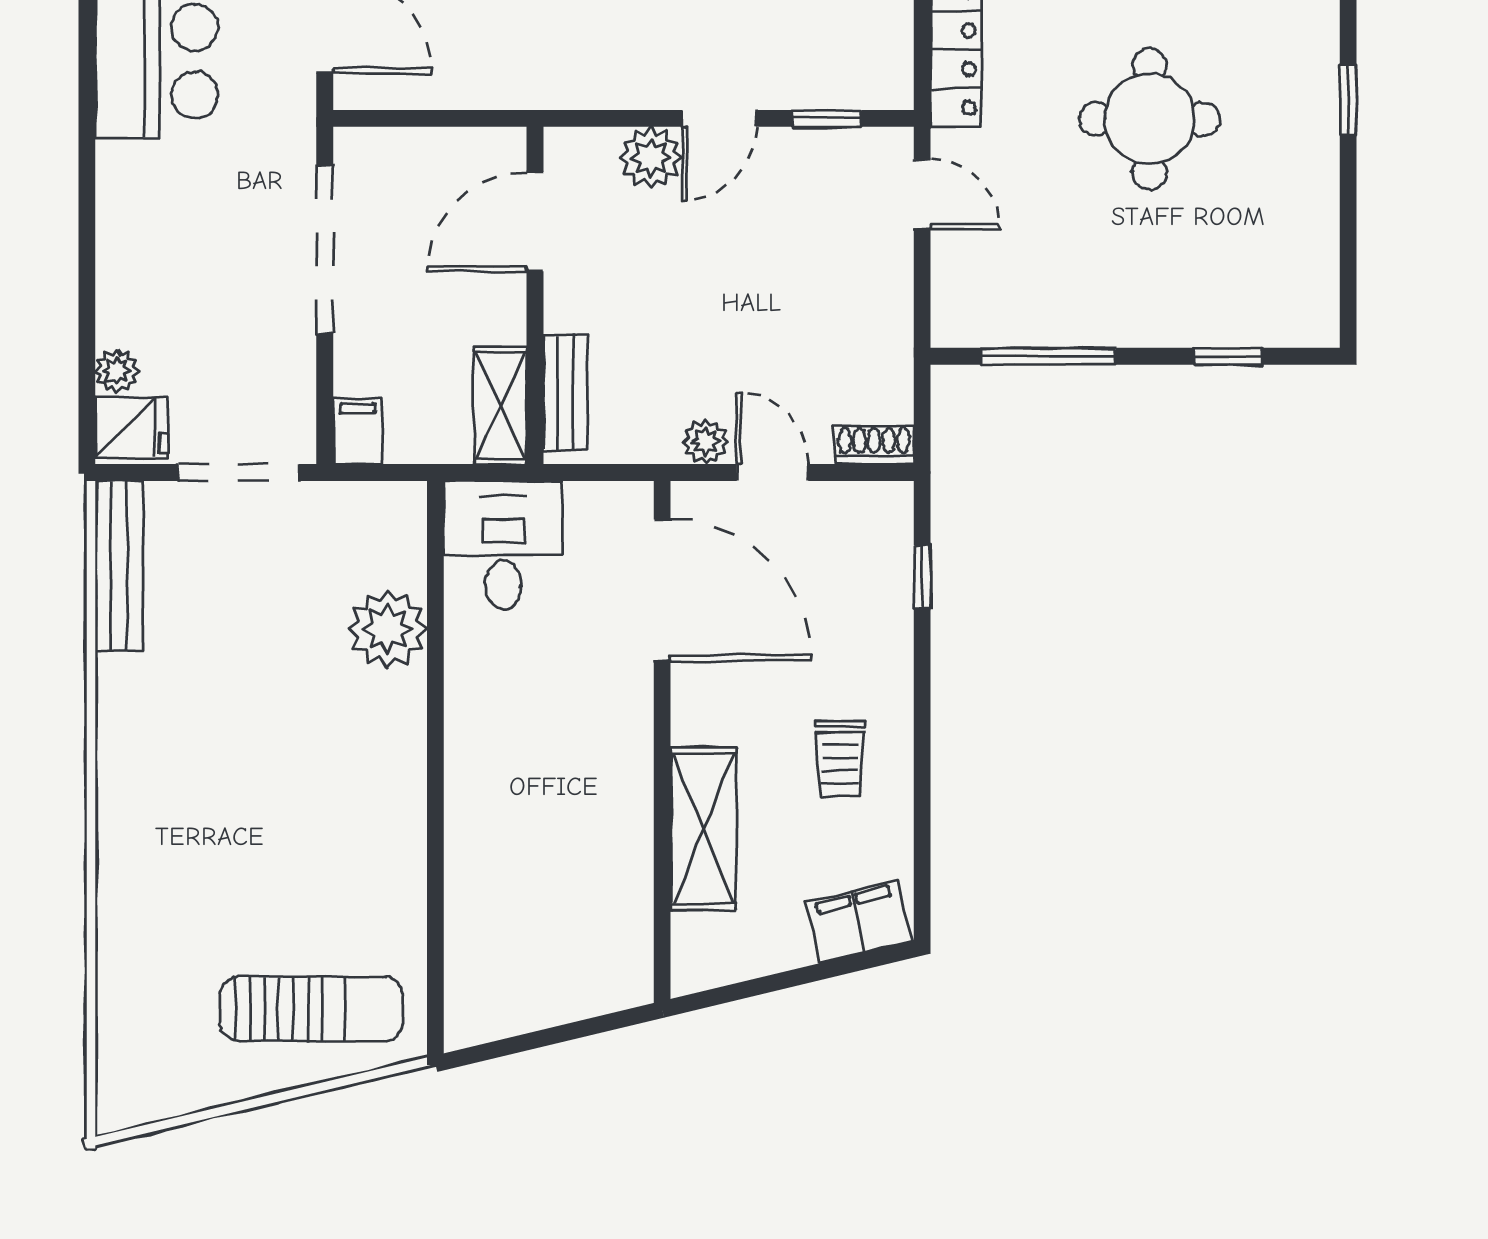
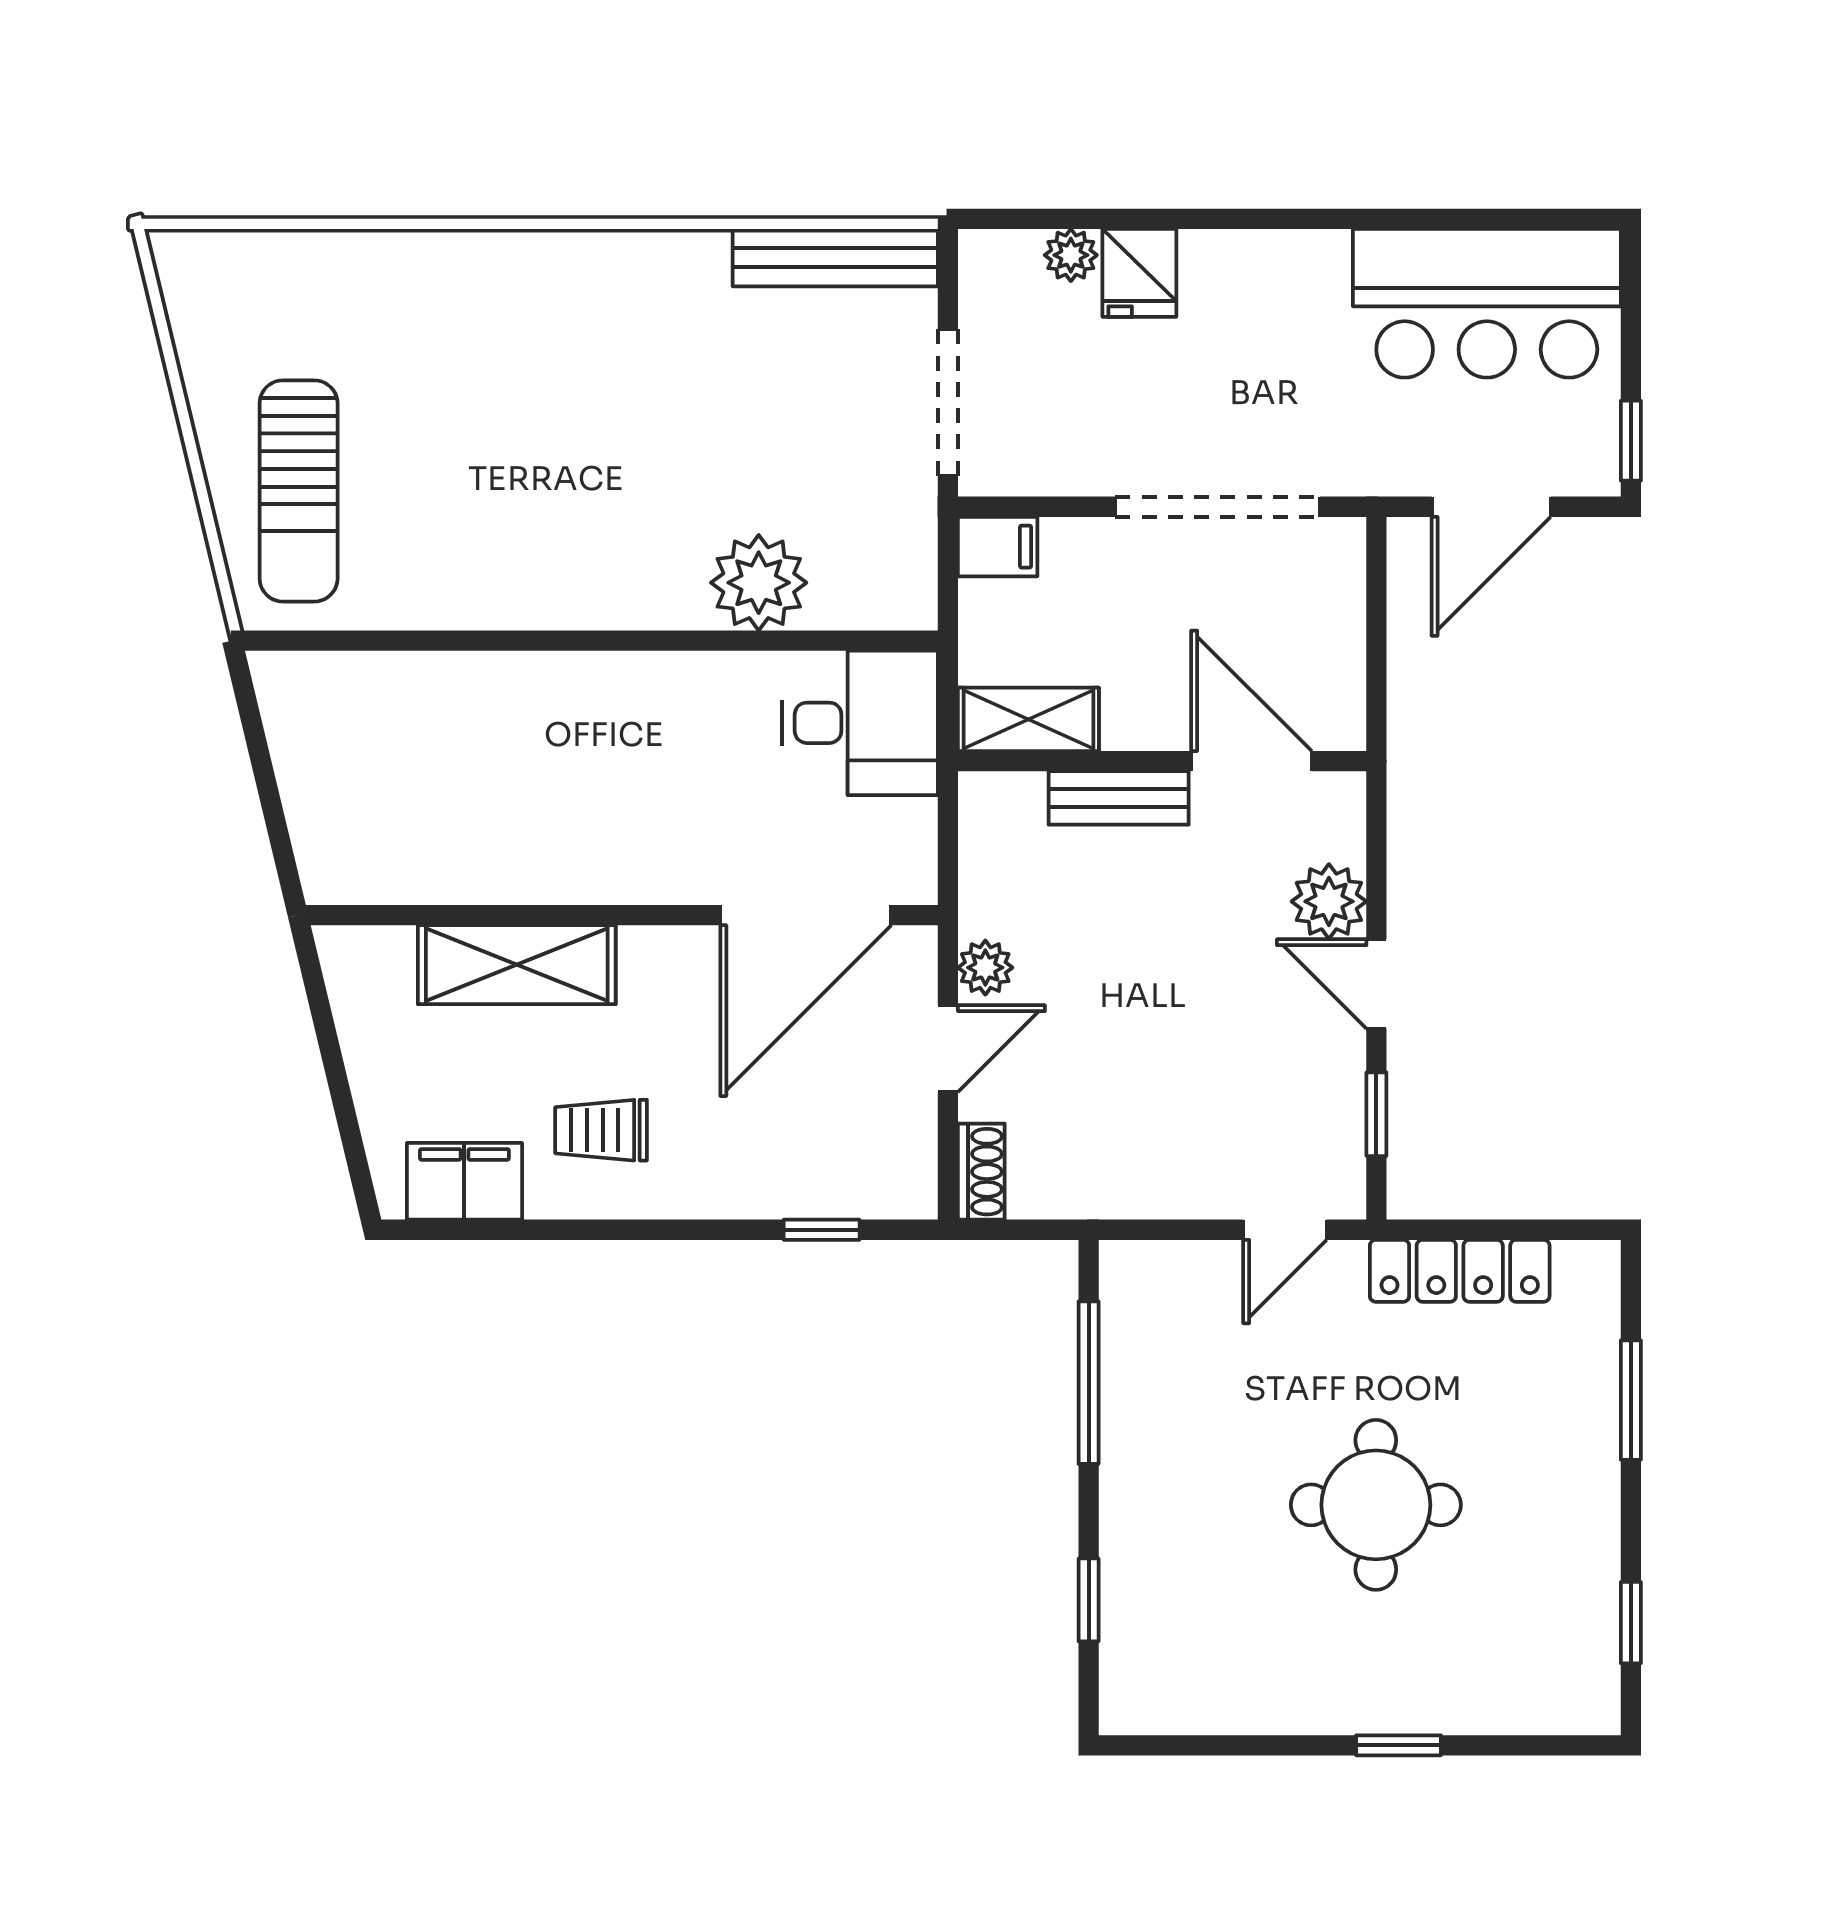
bench: (565, 392) -> (1119, 798), moved
fridge: (132, 428) -> (1139, 273), moved
filing cabinet: (858, 921) -> (464, 1181), moved, turned -77

